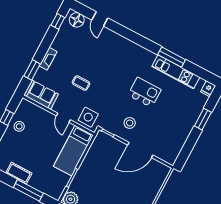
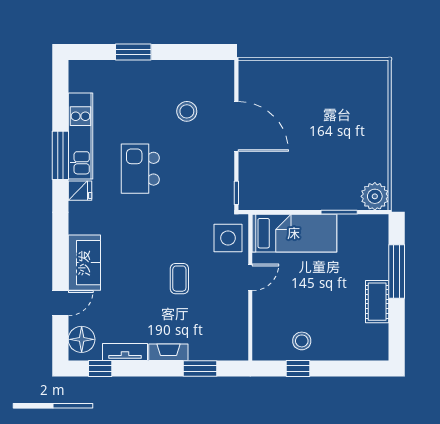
tv unit: (59, 38) -> (125, 352), added
fridge: (208, 89) -> (80, 191), moved
sofa: (41, 95) -> (84, 263), moved, turned 180
stool: (130, 123) -> (187, 111), moved

